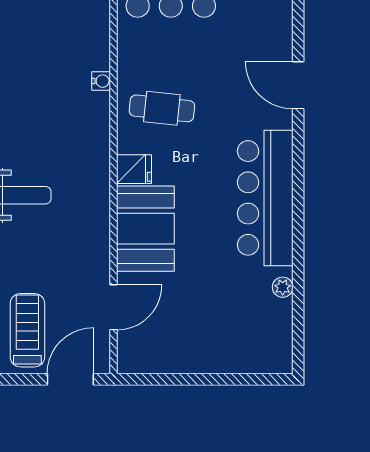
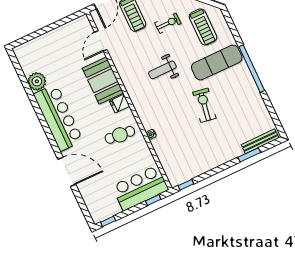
door: (298, 85) -> (67, 172), width x1.36
plant: (283, 287) -> (37, 81), width x1.88, depth x1.88

